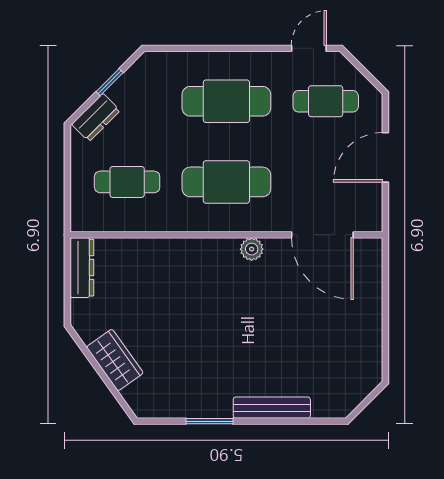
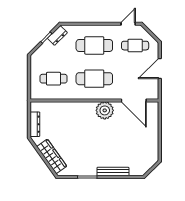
dresser: (96, 117) -> (57, 35), moved
plant: (252, 249) -> (105, 110), width x1.88, depth x1.88
dresser: (82, 268) -> (35, 124), moved
wardrobe: (115, 360) -> (52, 156), width x1.50

